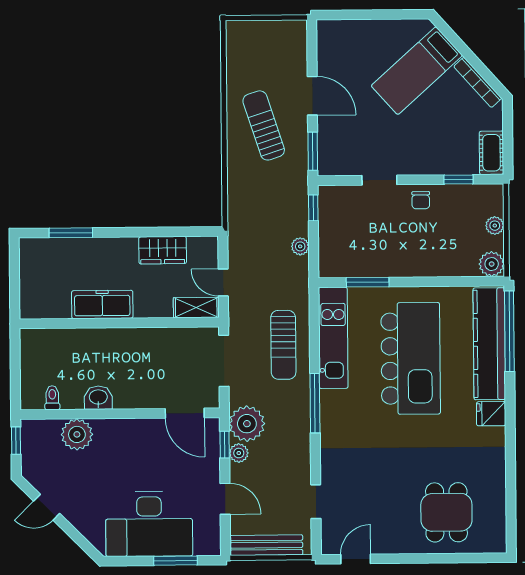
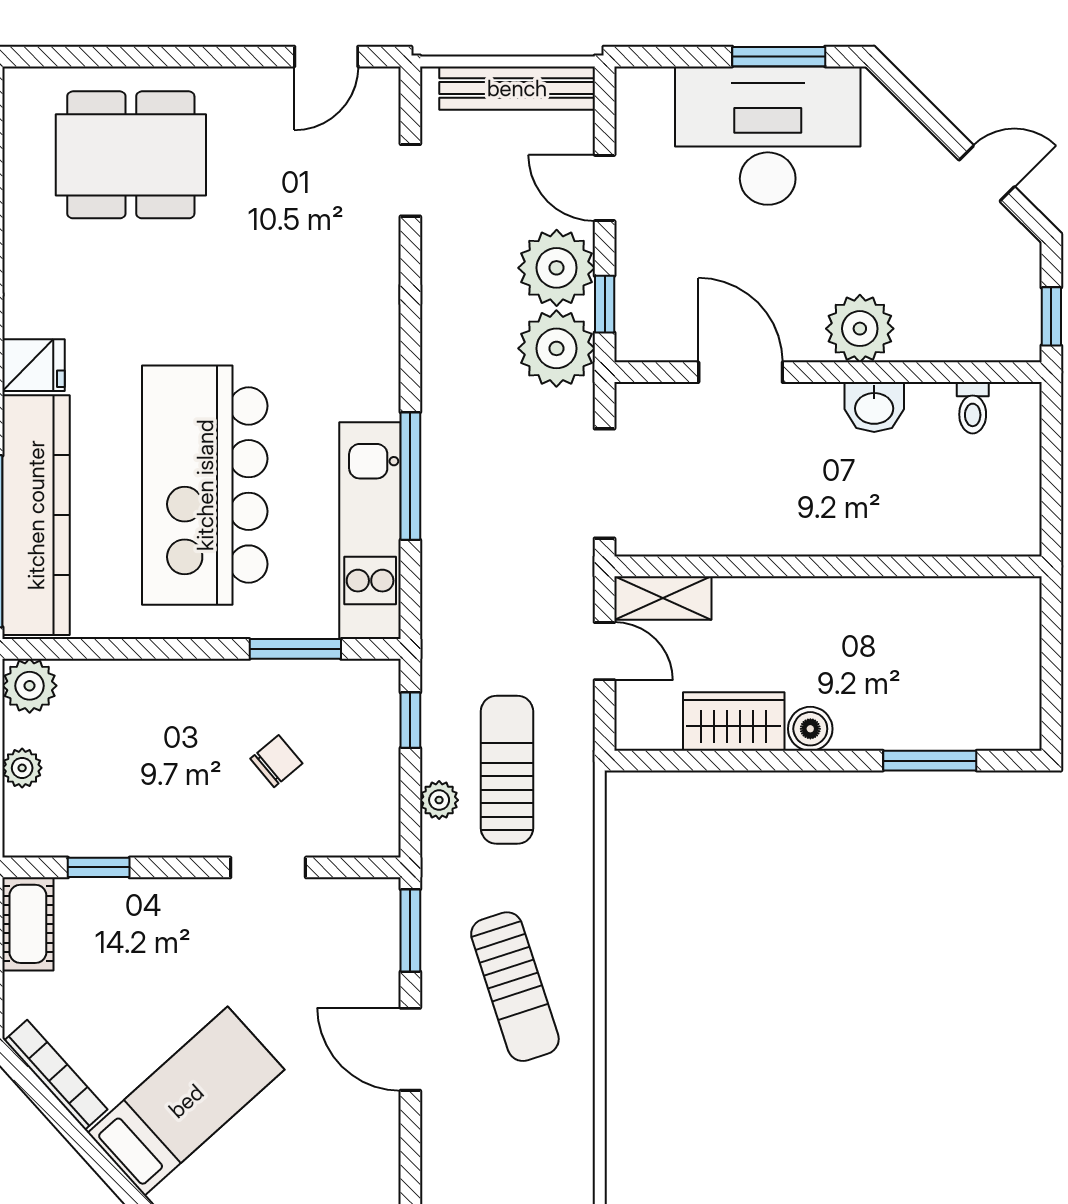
chair: (421, 200) -> (276, 761), moved, turned 50
window: (313, 208) -> (410, 720), moved
plant: (300, 246) -> (439, 800), moved
boiler: (127, 247) -> (810, 729), added
freezer: (102, 304) -> (864, 606), removed
sun lounger: (283, 345) -> (507, 770), moved
window: (315, 403) -> (410, 476), moved
door: (185, 413) -> (741, 372), moved
plant: (77, 434) -> (860, 329), moved
plant: (239, 453) -> (557, 268), width x1.87, depth x1.87
dining table: (446, 512) -> (131, 155), width x1.38
window: (176, 561) -> (779, 57), moved

